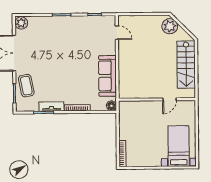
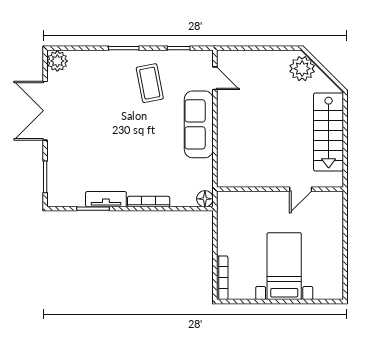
sofa: (107, 76) -> (199, 124), moved
coffee table: (26, 86) -> (150, 83), moved
bed with nightstands: (179, 146) -> (284, 266), moved

